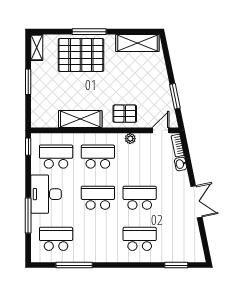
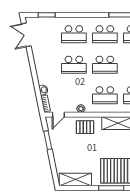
double door: (196, 202) -> (26, 35), moved
school desk: (98, 239) -> (105, 34), added

